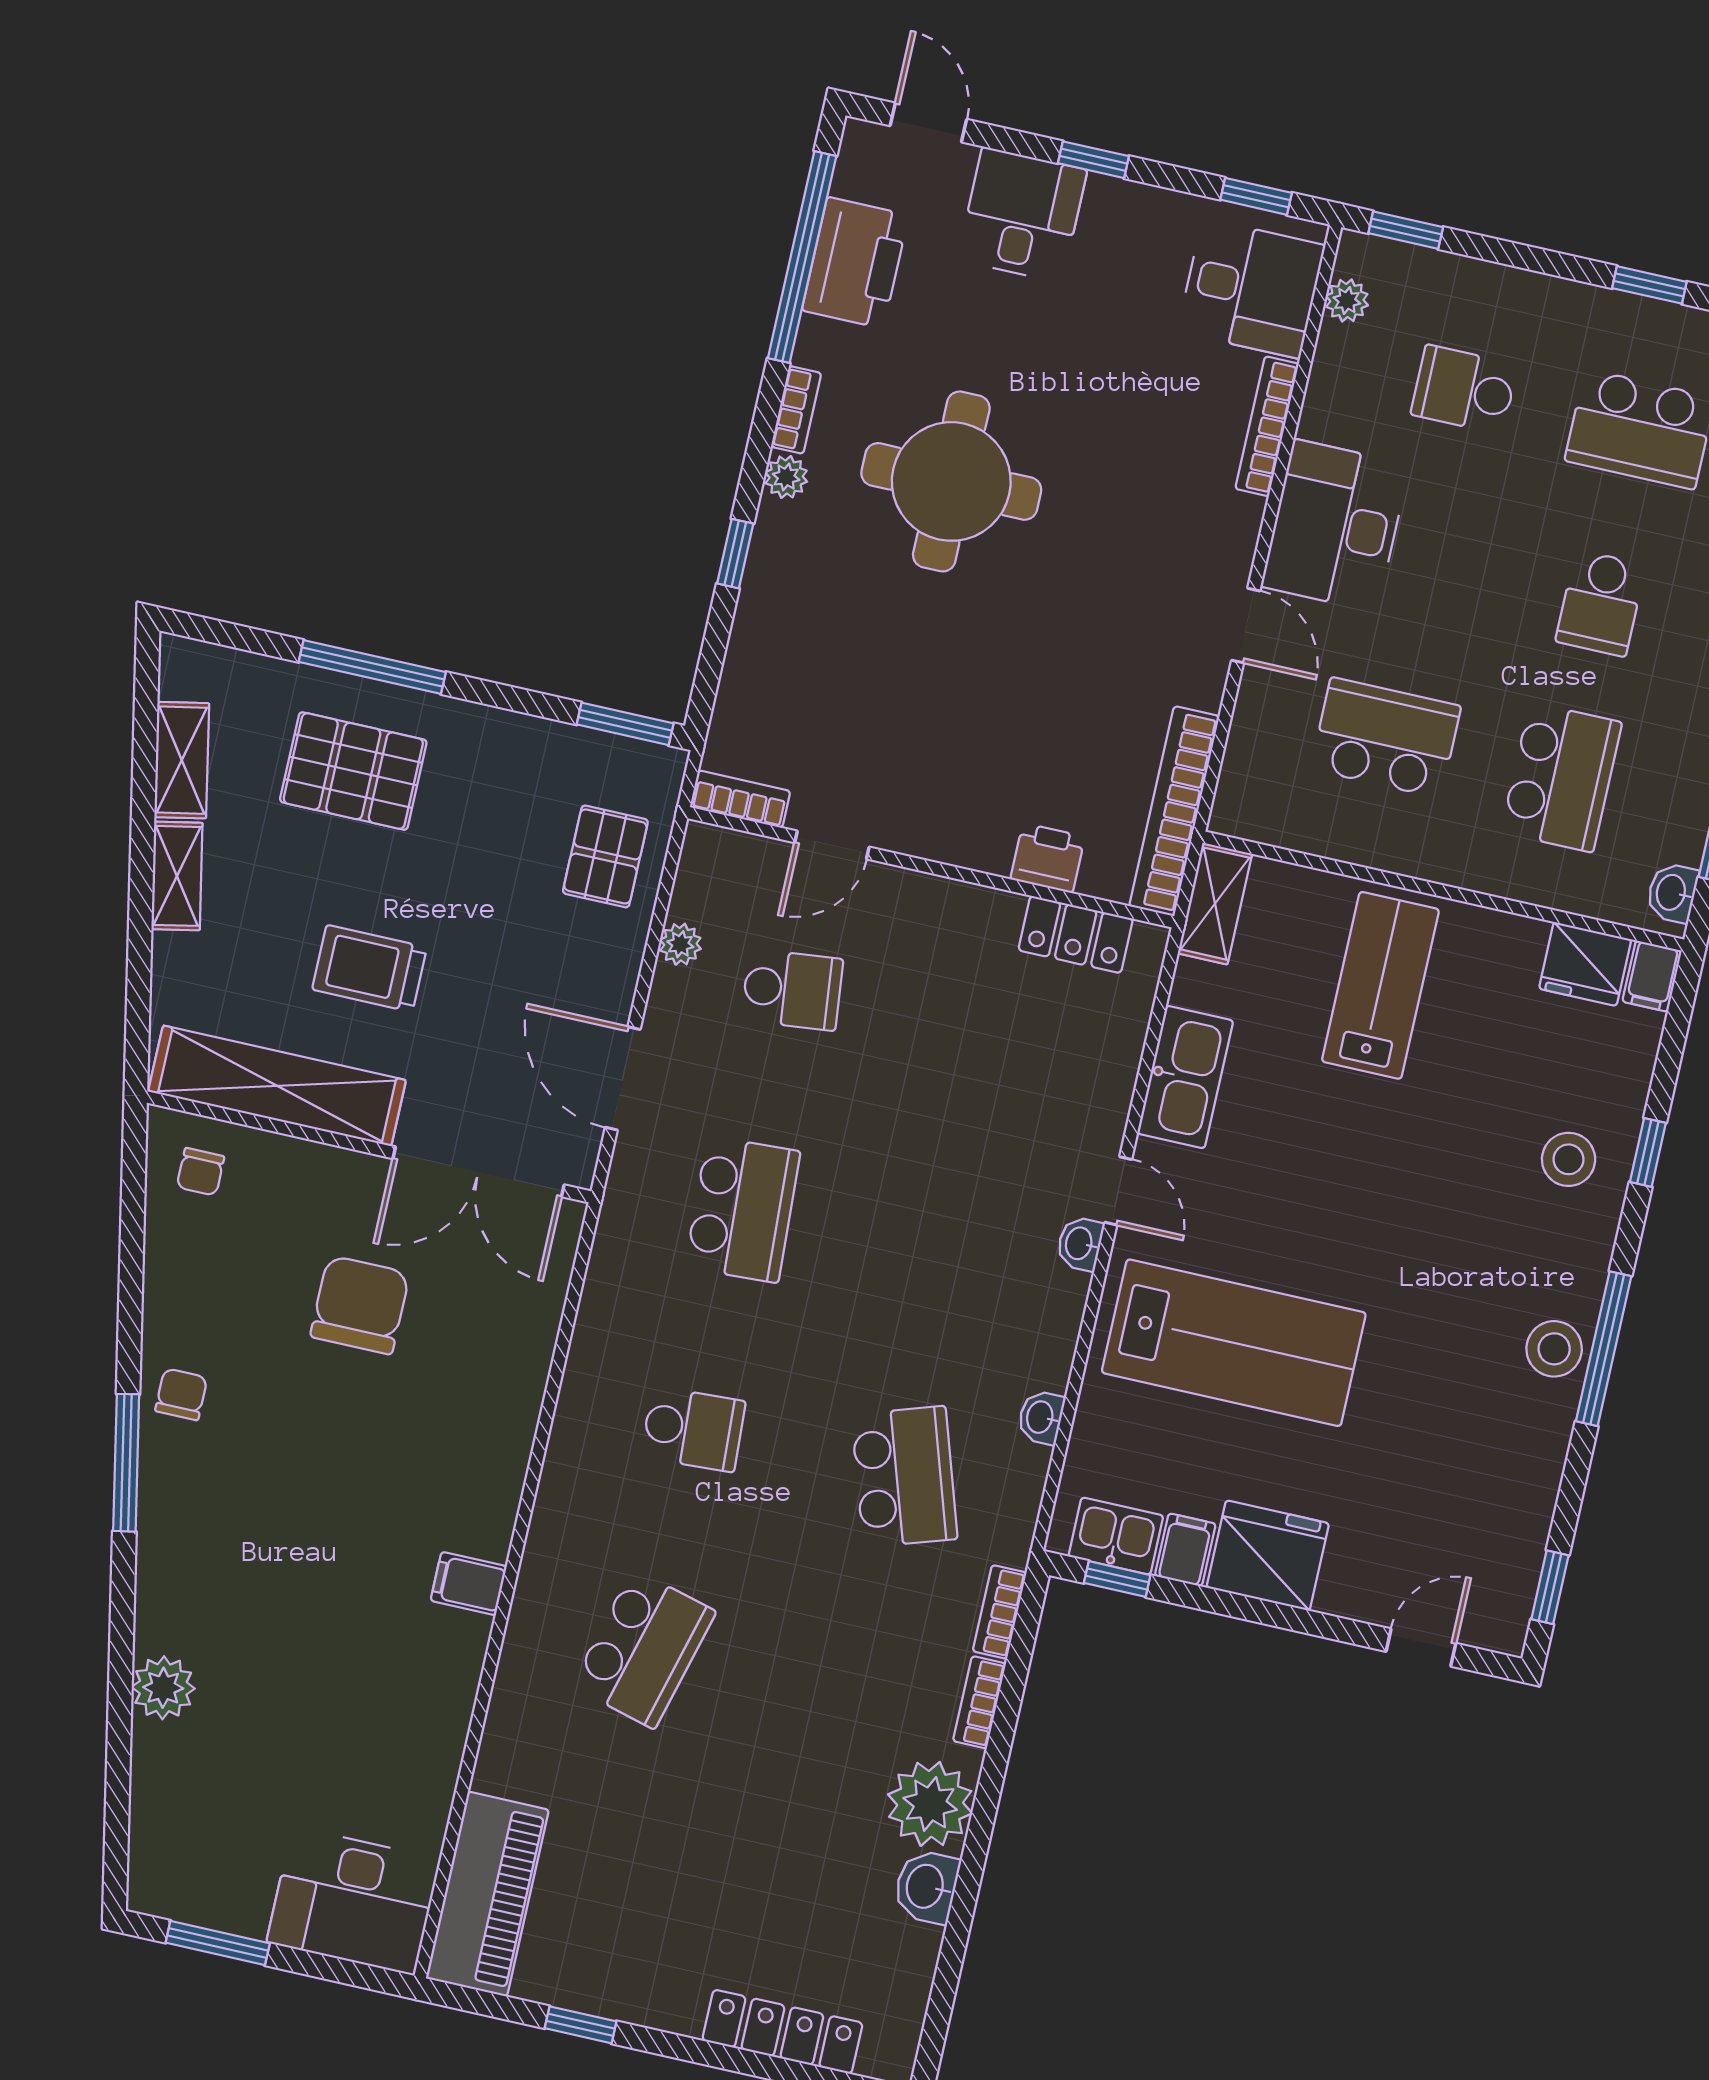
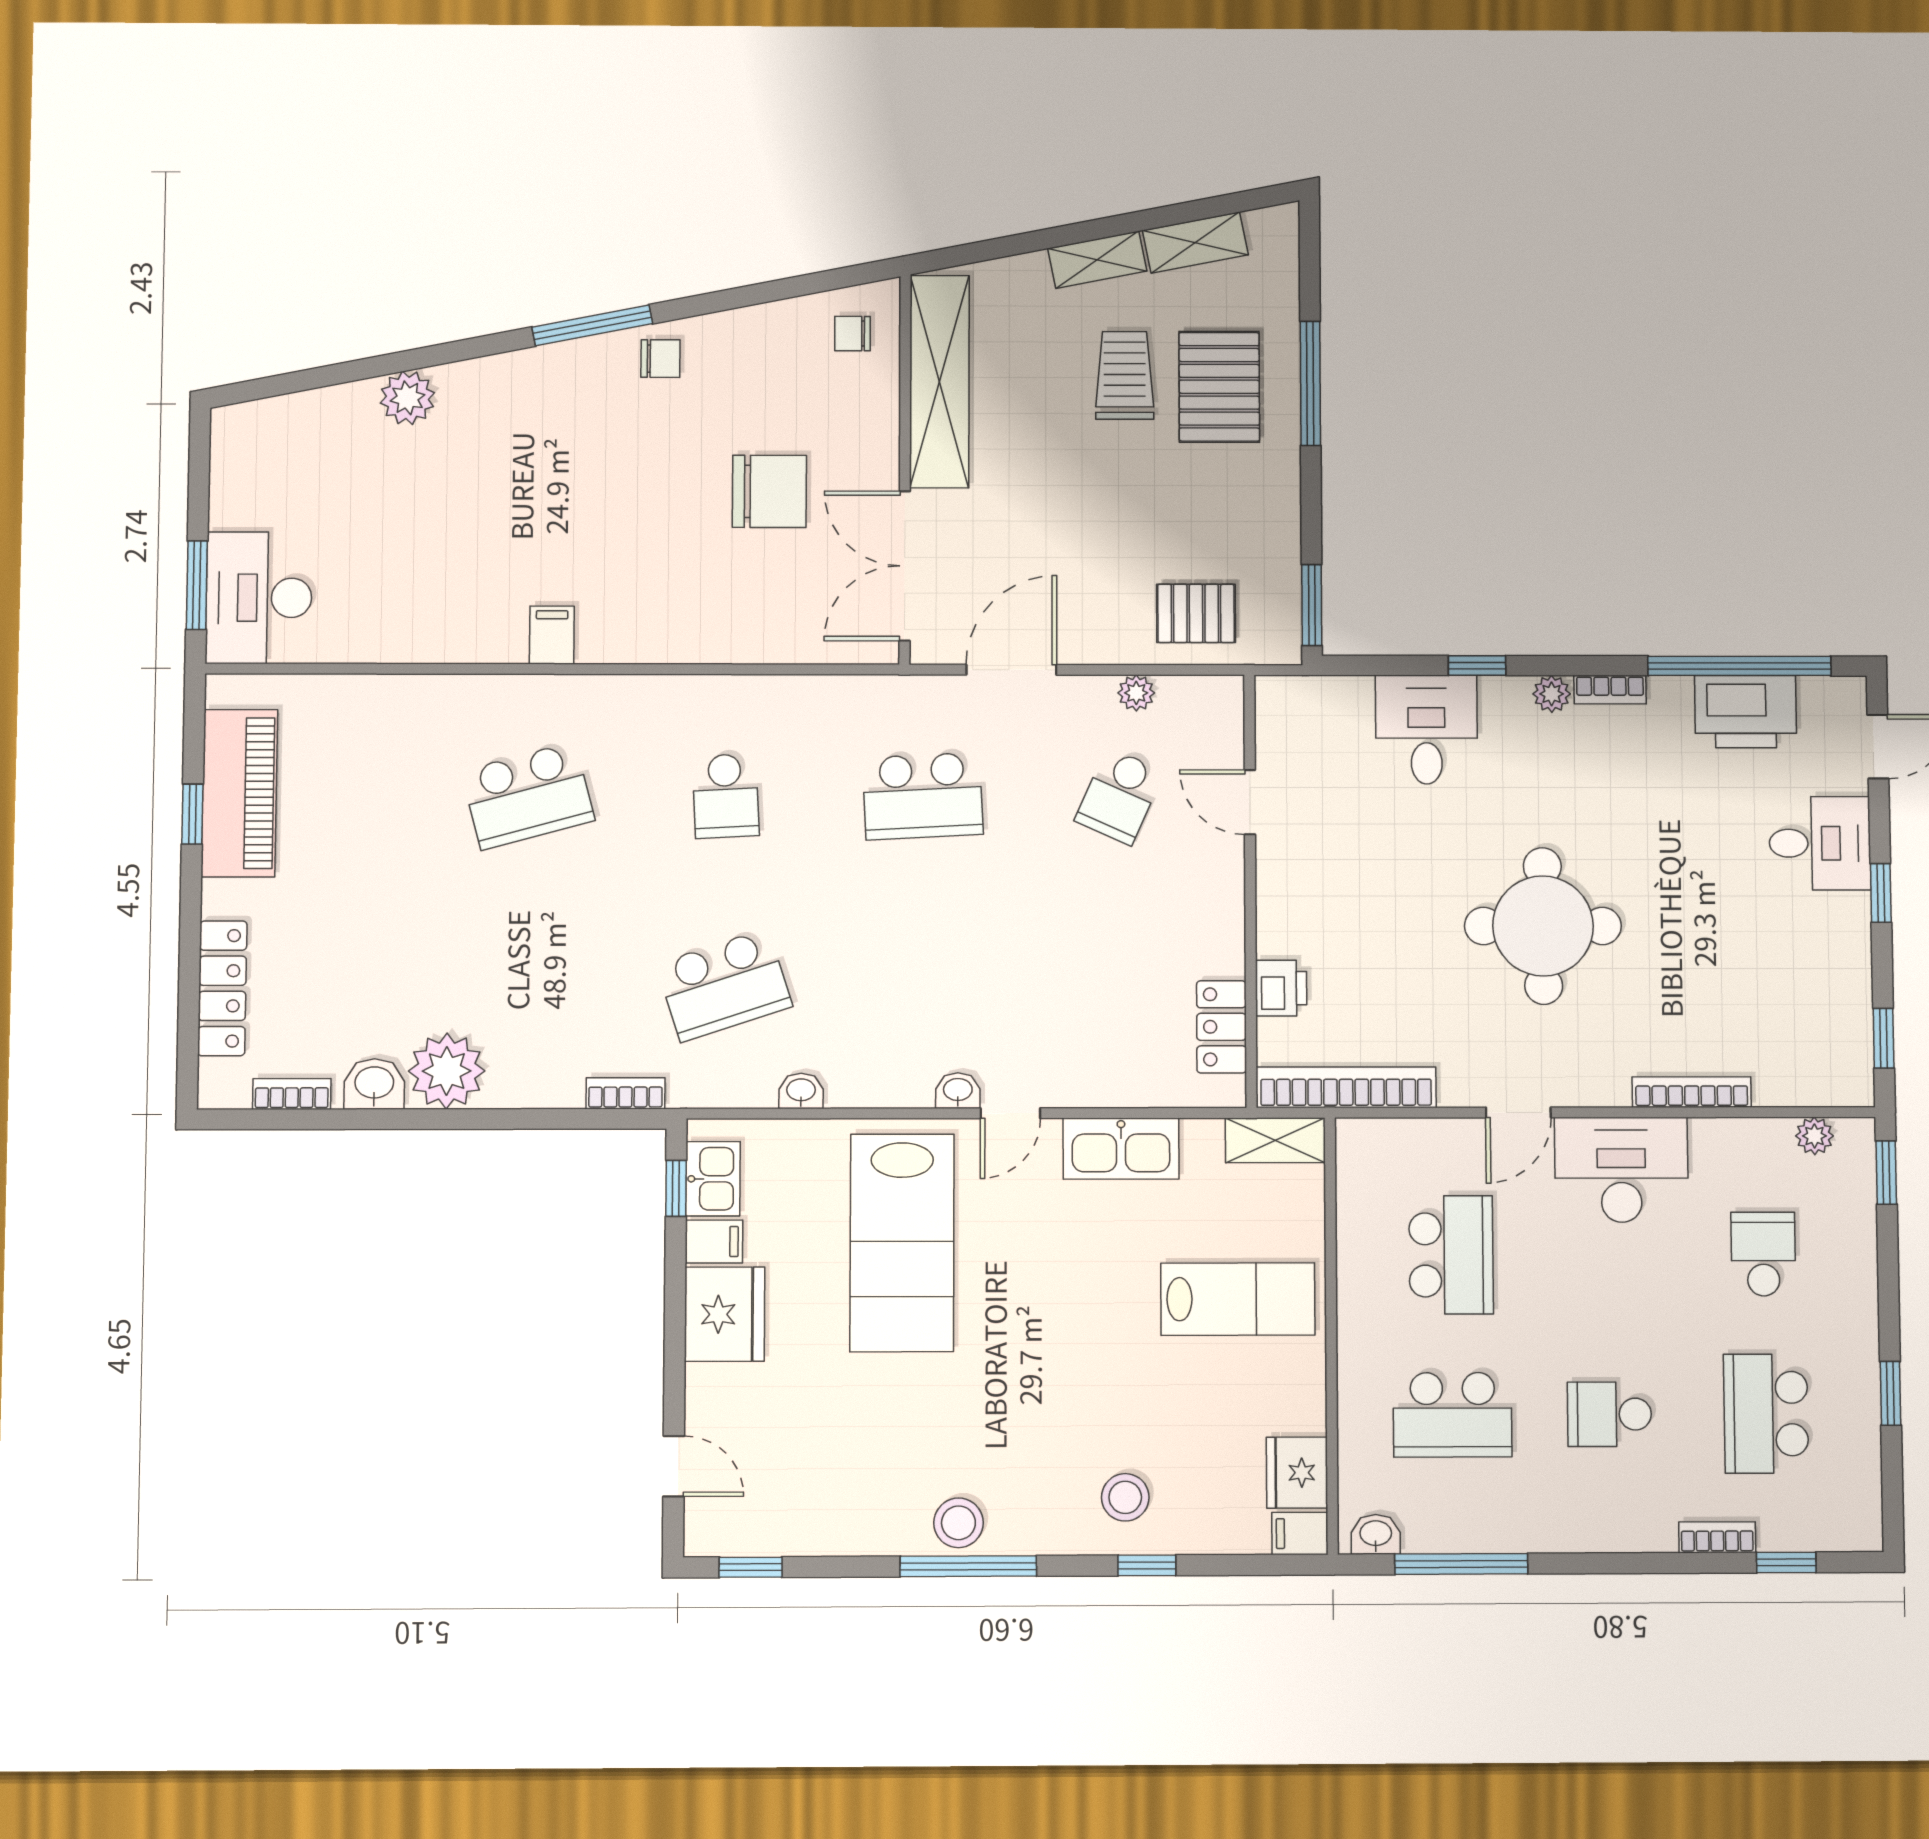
desk: (1251, 288) -> (1426, 730), moved, turned 180
round table: (951, 481) -> (1543, 926), moved
bookcase: (740, 799) -> (1271, 716), removed
trolley: (369, 968) -> (1125, 375), moved
school desk: (792, 990) -> (1119, 796), turned 30
school desk: (644, 1649) -> (528, 796), turned -30
bookcase: (979, 1702) -> (292, 1094), moved
piano: (487, 1894) -> (239, 793), moved, turned -90
window: (218, 1943) -> (197, 585), moved

